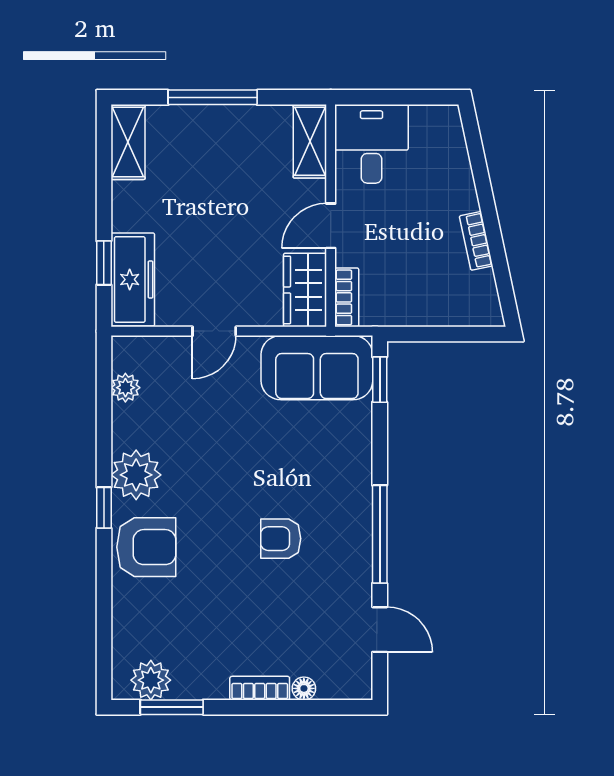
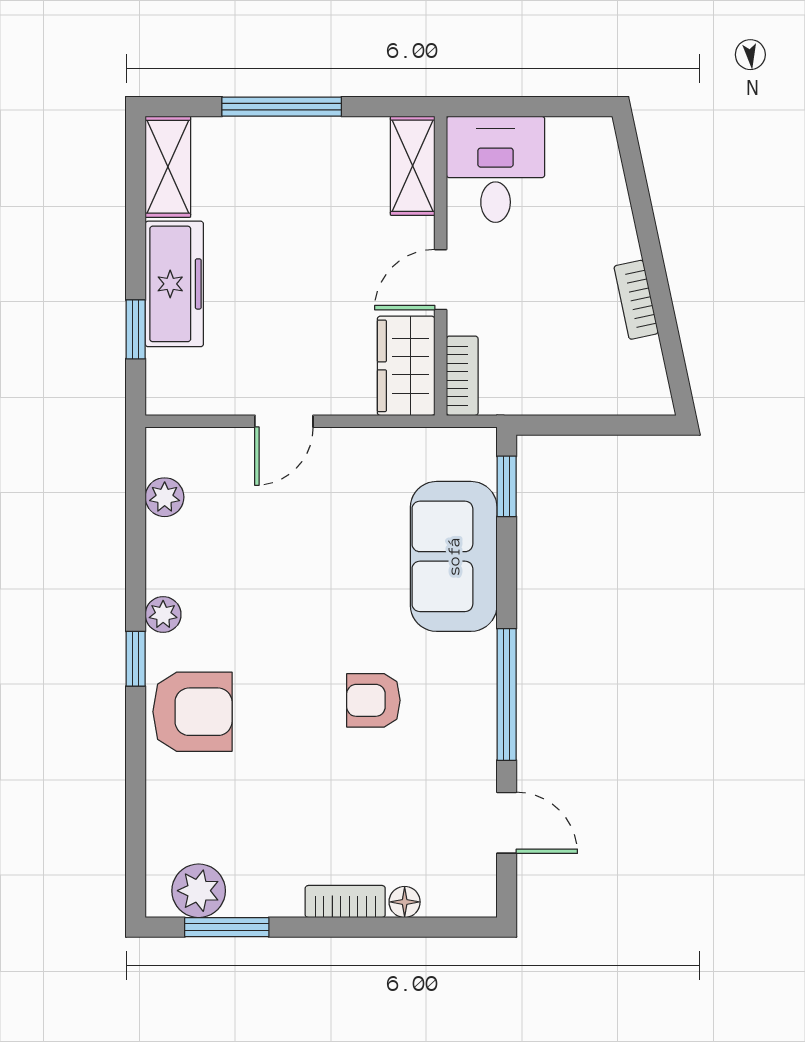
freezer: (133, 279) -> (174, 284), moved
sofa: (317, 368) -> (454, 556), moved, turned 90
plant: (136, 475) -> (163, 615), width x0.53, depth x0.53

